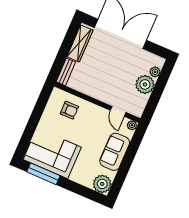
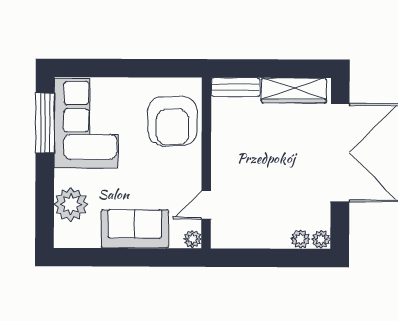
plant: (145, 84) -> (321, 239), moved, width x0.53, depth x0.53
armchair: (69, 110) -> (173, 121), width x1.88, depth x1.88
plant: (102, 184) -> (71, 204), moved

